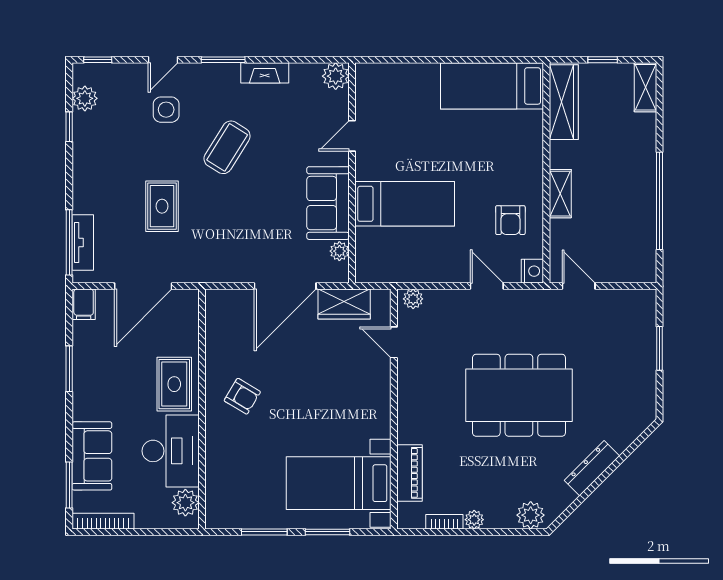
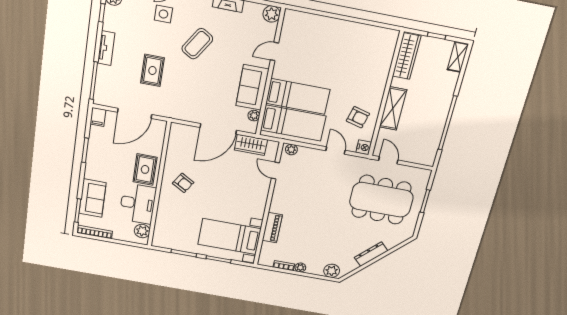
bed: (492, 86) -> (293, 123), moved, turned 180
shelving: (560, 194) -> (393, 108), width x1.50, depth x1.33
armchair: (510, 220) -> (358, 117), turned -75
tv unit: (83, 243) -> (106, 48), moved
dining table: (519, 395) -> (381, 200), moved
piano: (409, 473) -> (272, 228), moved

